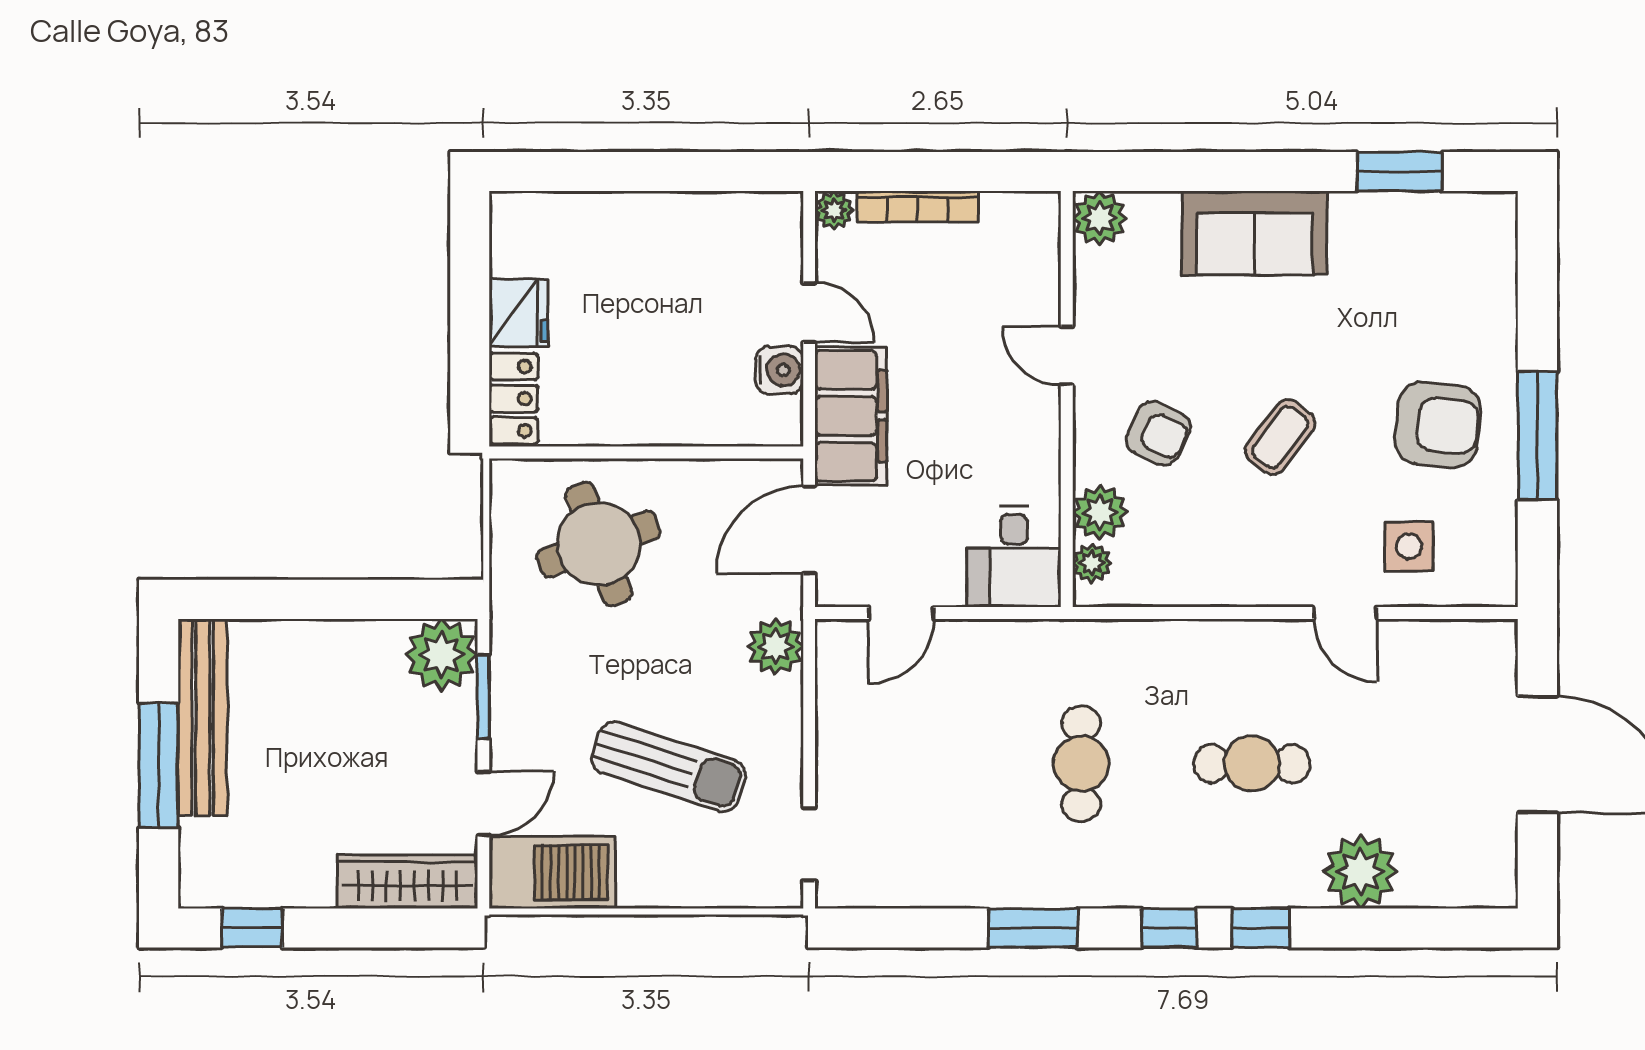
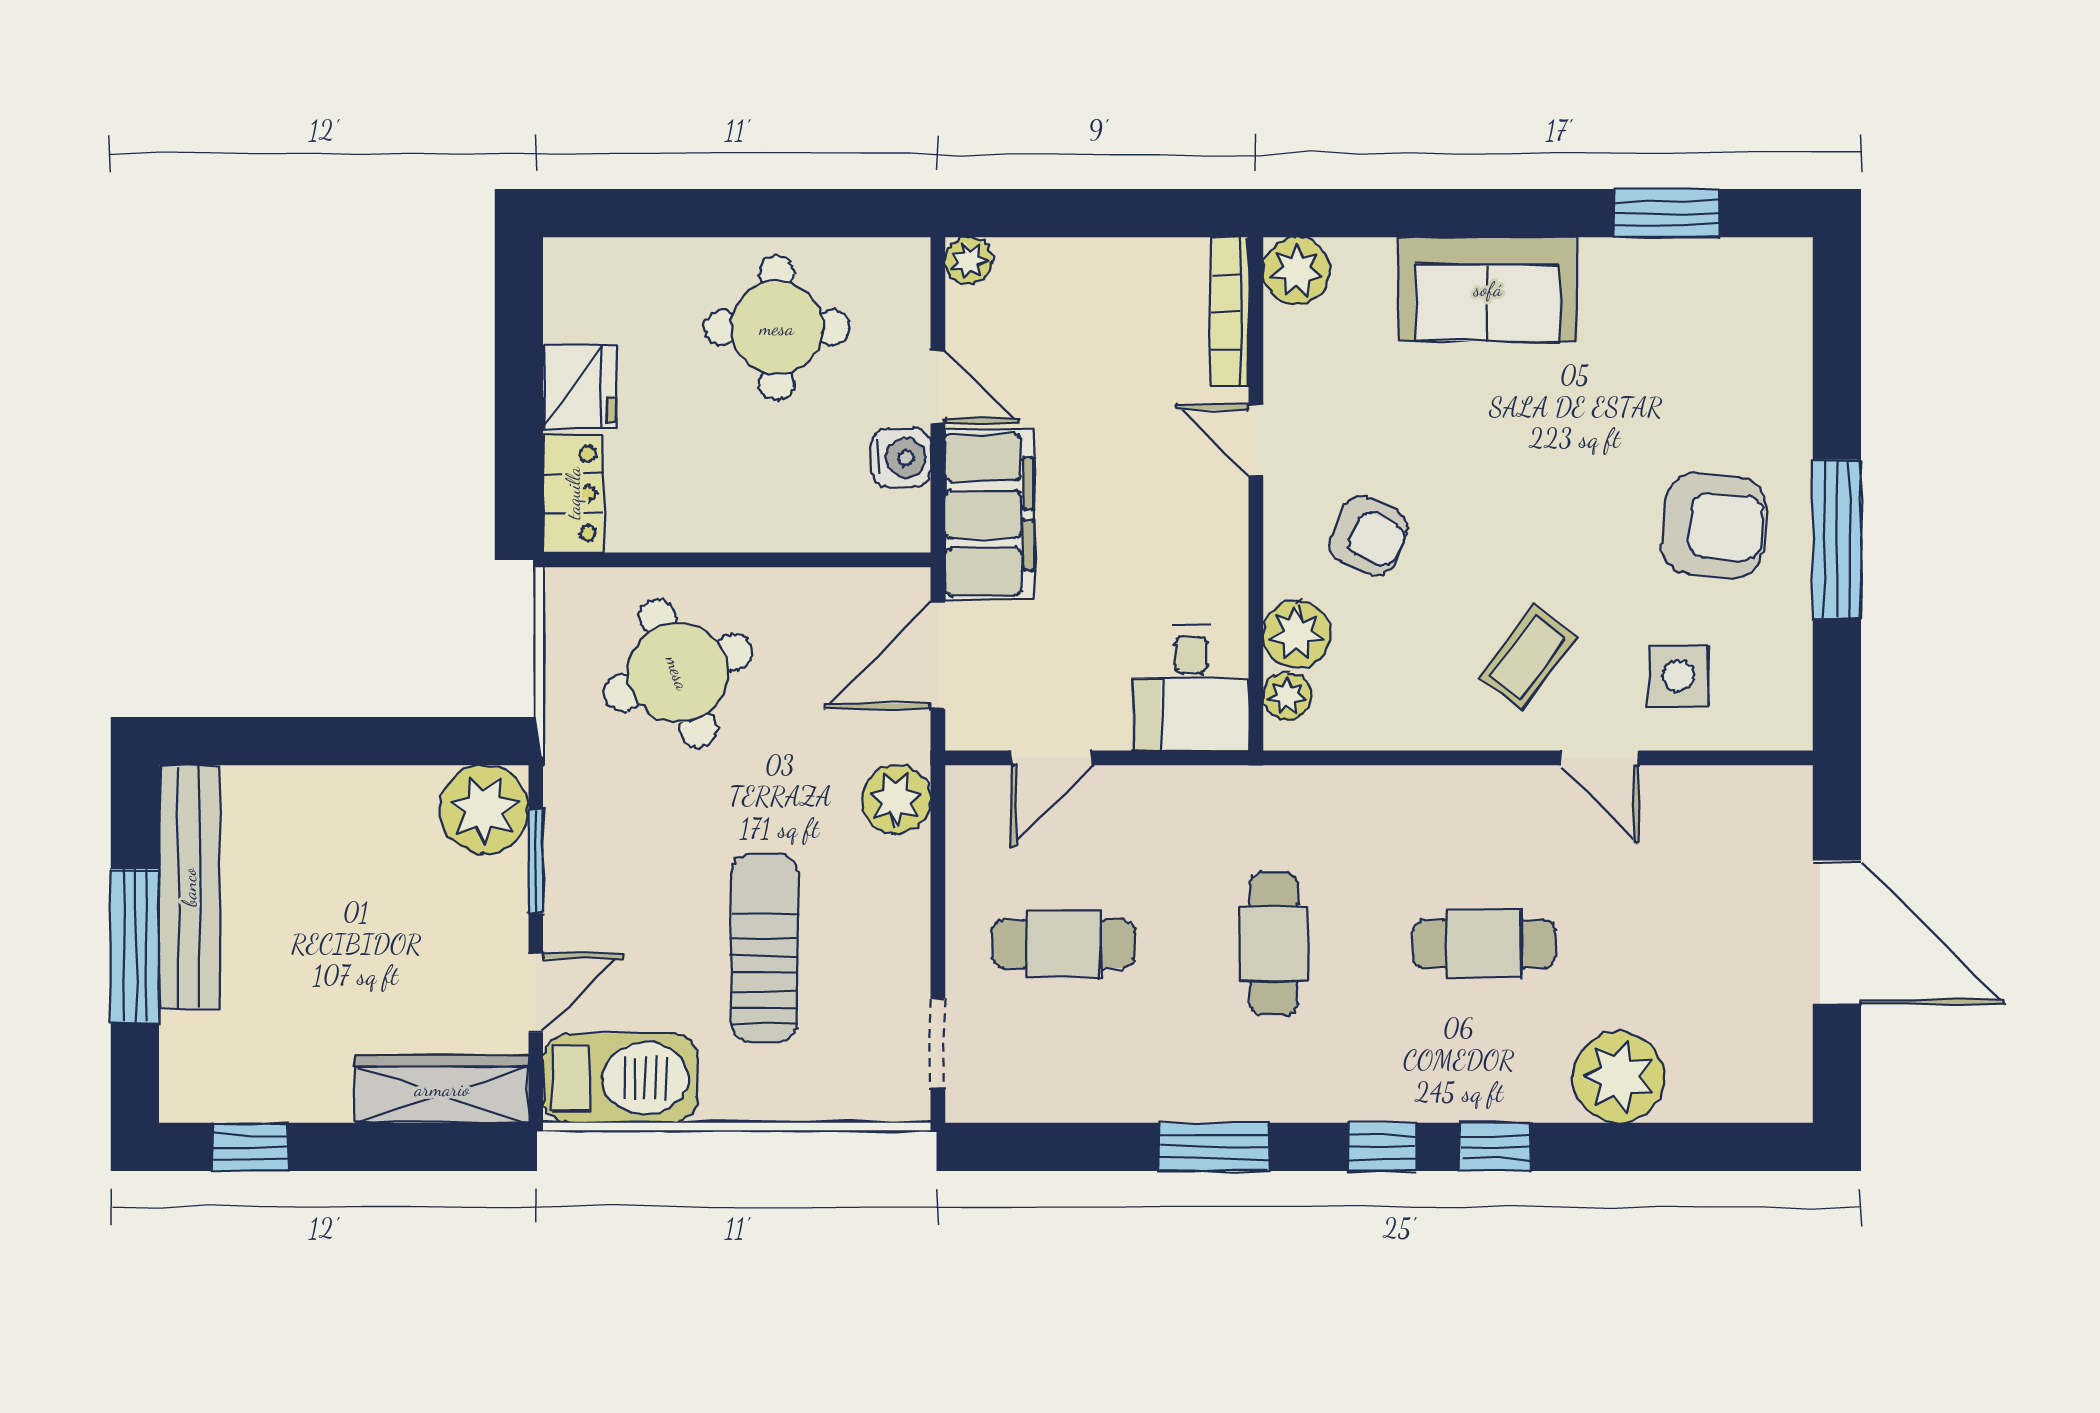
bookcase: (918, 207) -> (1230, 312), moved, turned 90
round table: (679, 264) -> (777, 328), added
coffee table: (1280, 437) -> (1528, 657), moved
cafe table: (911, 764) -> (1063, 944), added
sun lounger: (669, 767) -> (765, 948), turned -108

